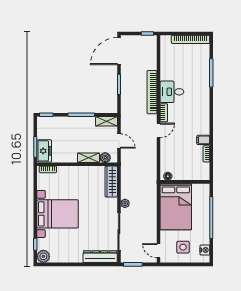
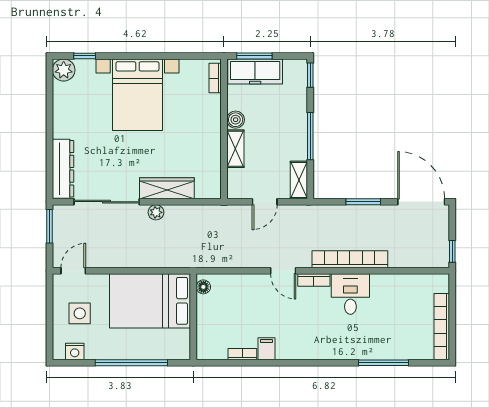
freezer: (44, 151) -> (255, 72), width x1.40
boiler: (105, 158) -> (236, 120), moved
wardrobe: (111, 182) -> (167, 188), moved

